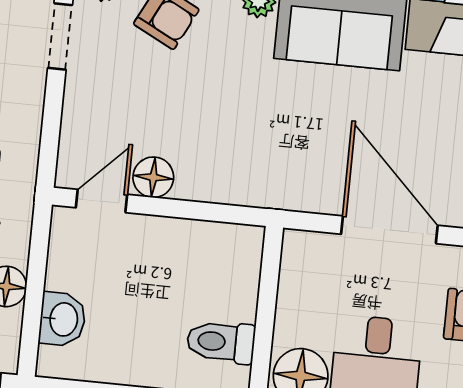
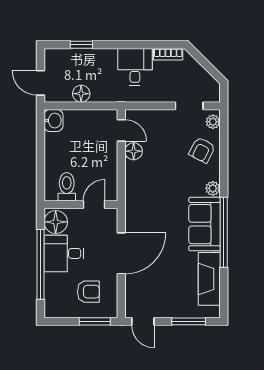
door: (269, 282) -> (94, 205), added
washbasin: (62, 319) -> (53, 120), moved, turned -90

